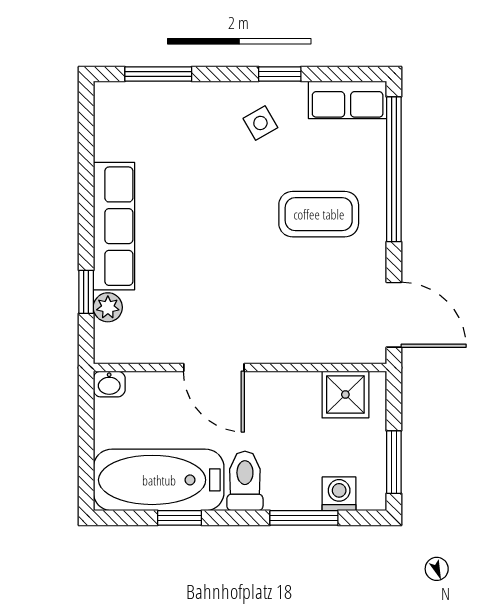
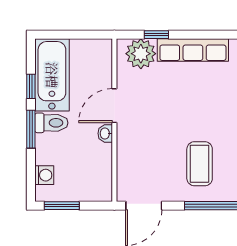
plant: (108, 307) -> (141, 54), width x1.88, depth x1.88
washbasin: (109, 384) -> (105, 133), moved
shower: (345, 395) -> (99, 179), removed
window: (304, 518) -> (31, 129), moved

